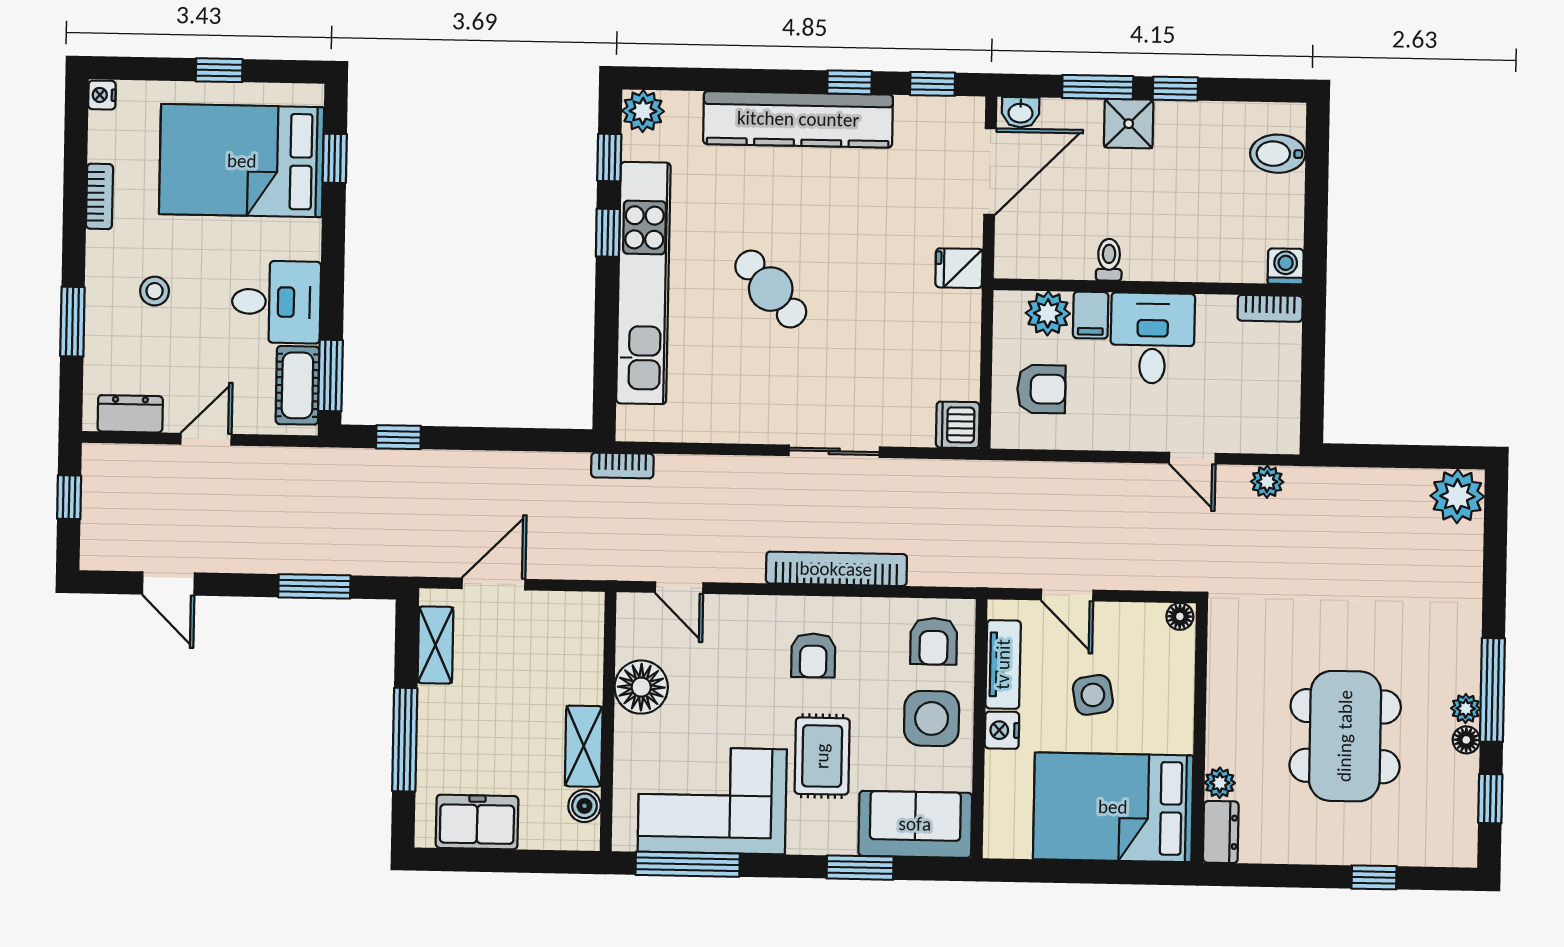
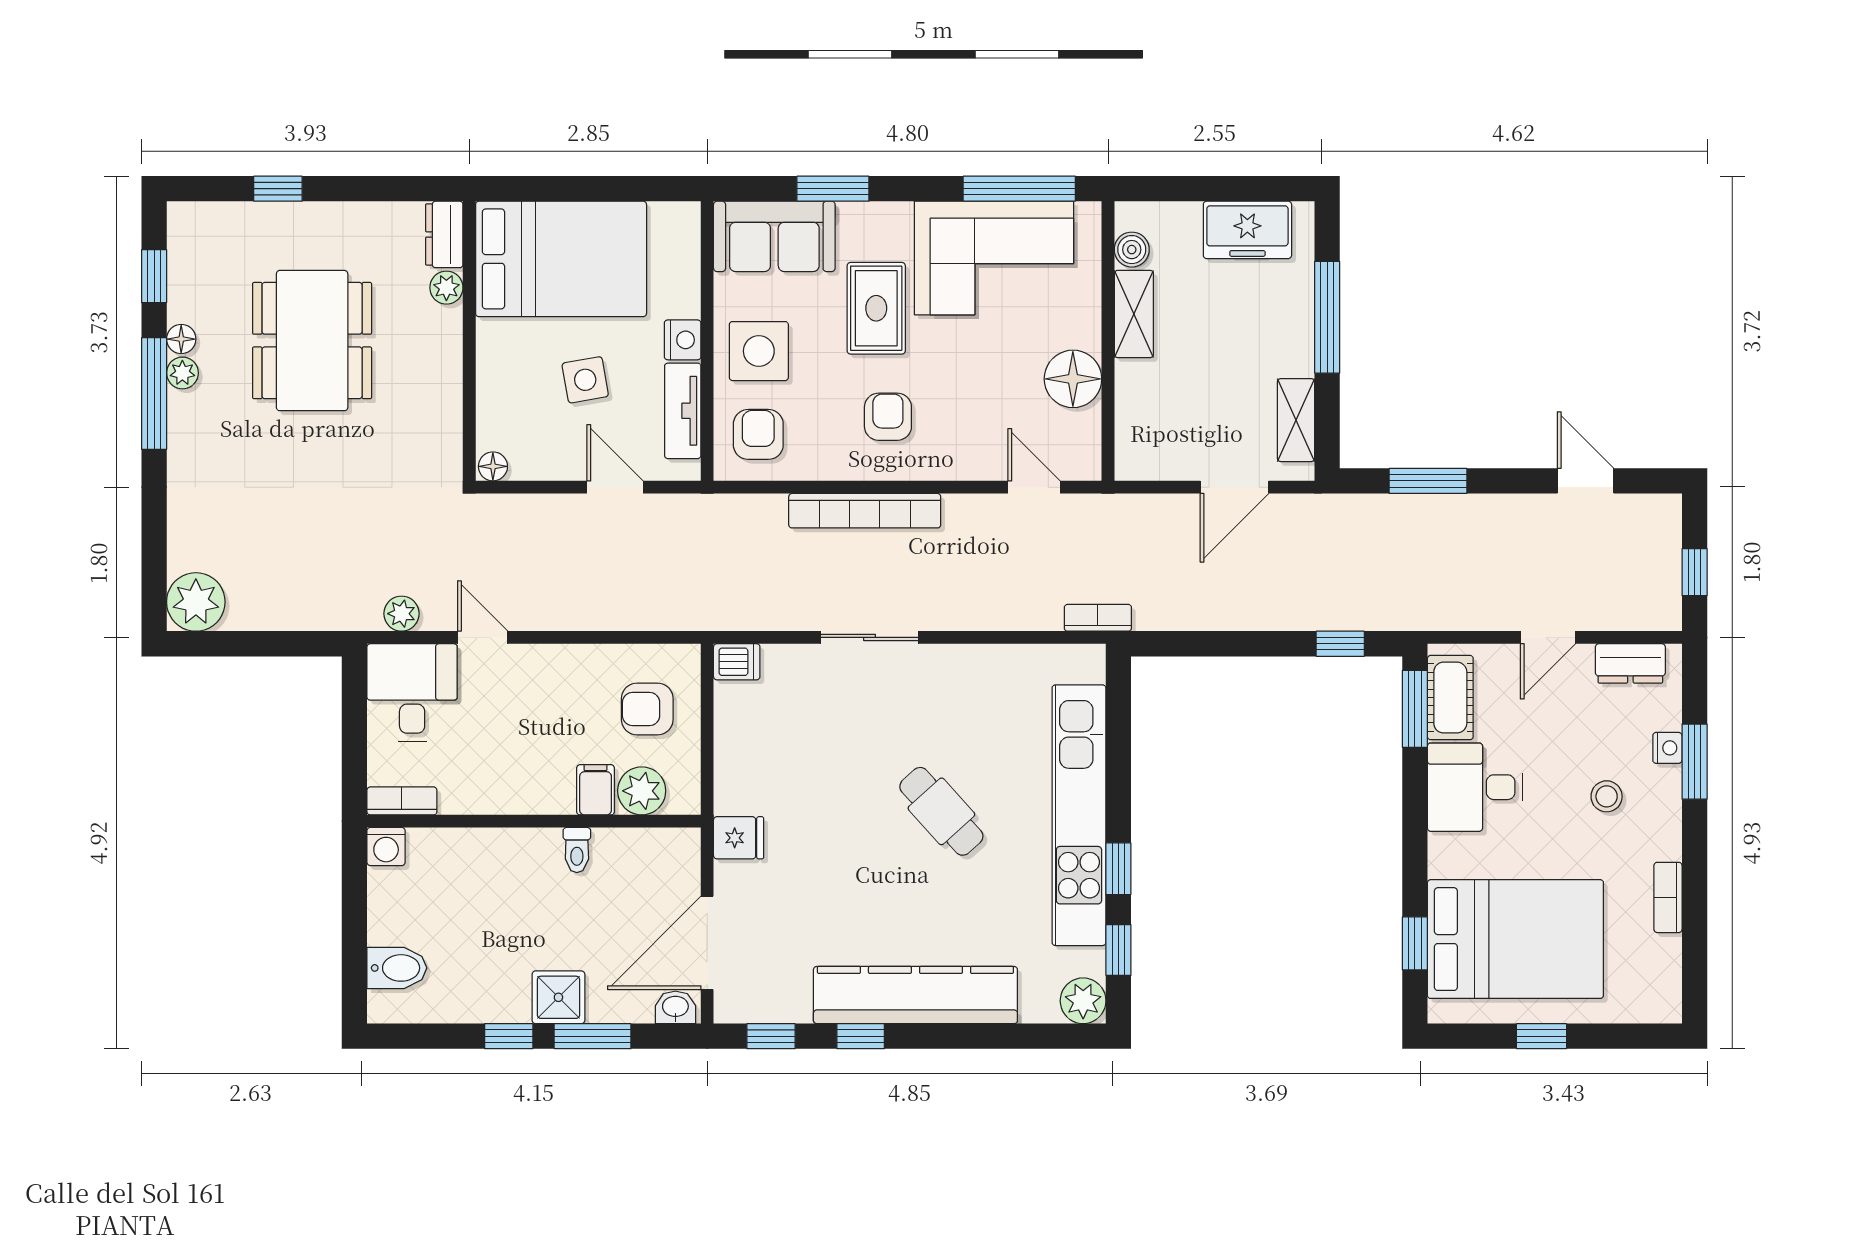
nightstand: (102, 95) -> (1667, 748), moved
desk: (1153, 338) -> (412, 692), moved, turned 180
dishwasher: (958, 425) -> (737, 662), width x0.73

